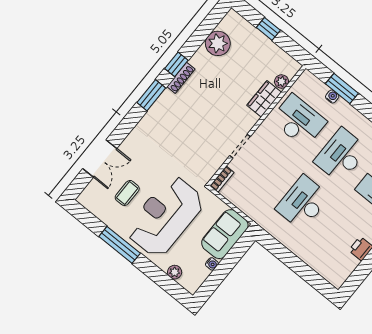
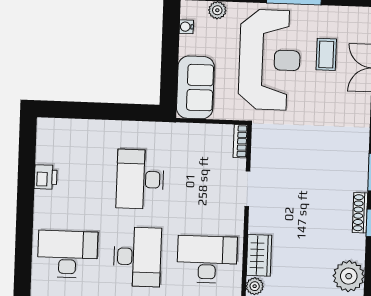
desk: (299, 121) -> (207, 259), turned 180
desk: (303, 203) -> (140, 179), turned 180
water cooler: (212, 264) -> (186, 27), moved

